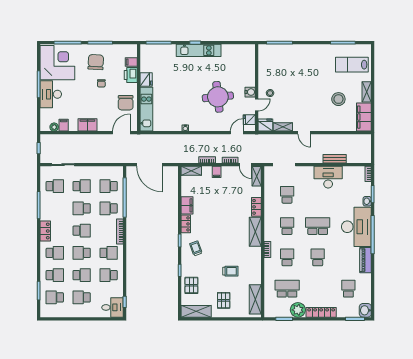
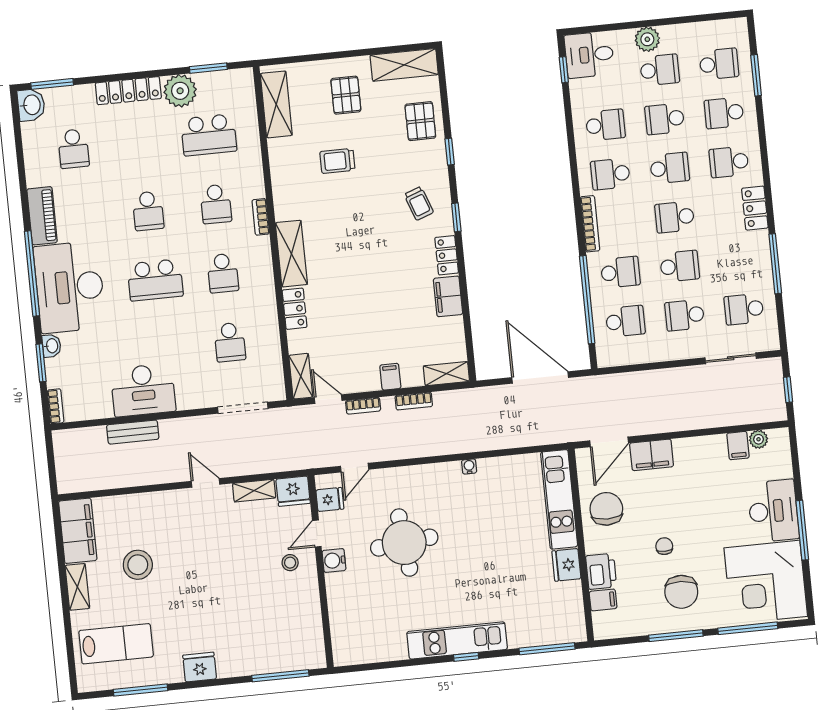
fridge: (315, 50) -> (200, 667), added
filing cabinet: (87, 125) -> (652, 455), moved
plant: (86, 312) -> (647, 39), added

